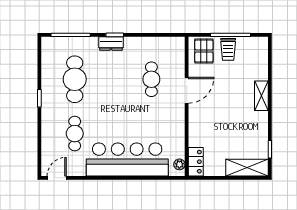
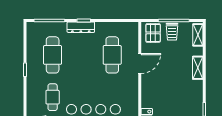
dresser: (111, 44) -> (81, 27), width x1.44
shelving: (262, 54) -> (198, 35), added
cafe table: (151, 79) -> (112, 55), width x1.37, depth x1.35

